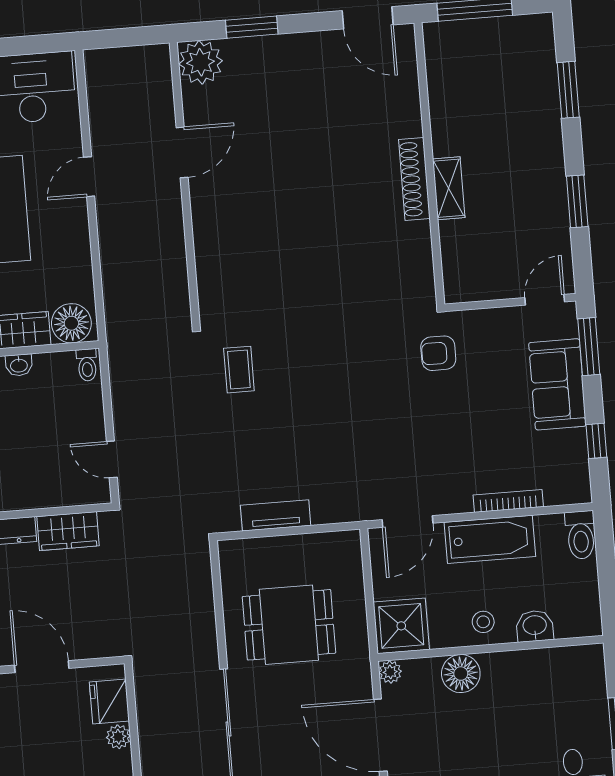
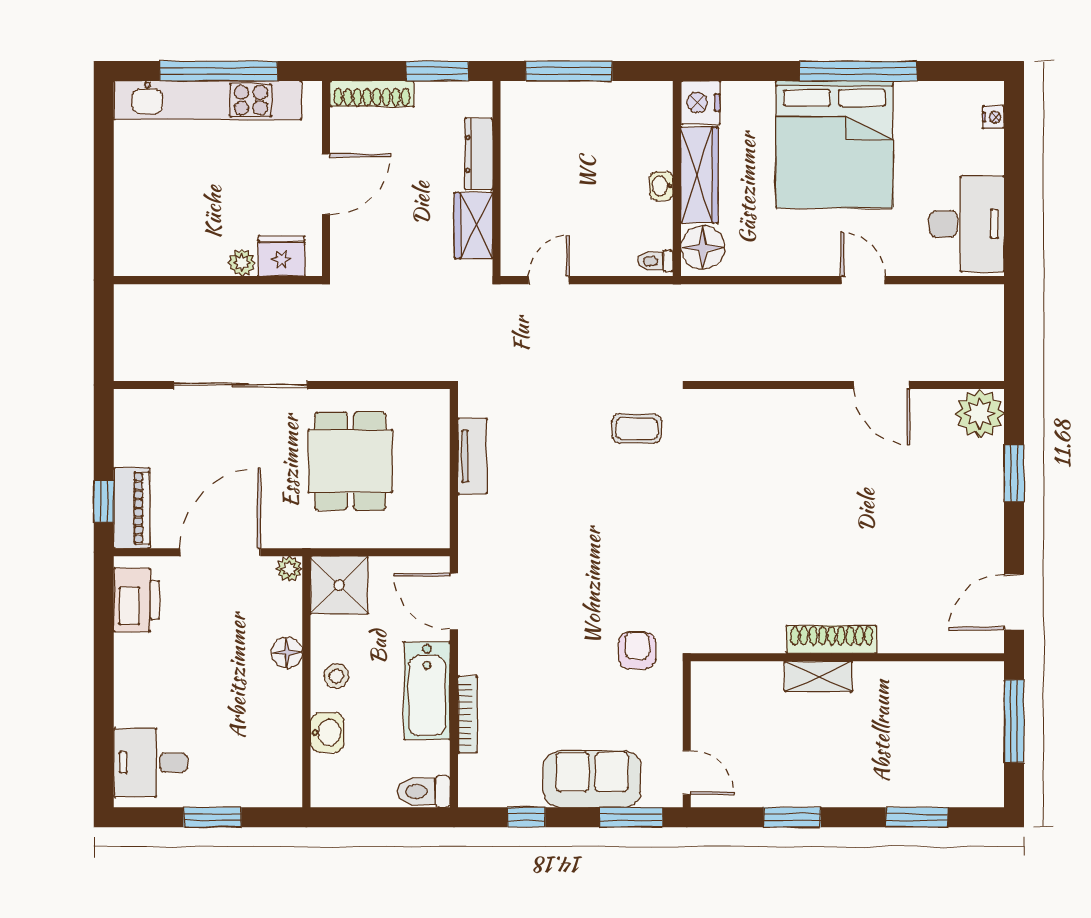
floor lamp: (461, 674) -> (287, 653), width x0.73, depth x0.73

